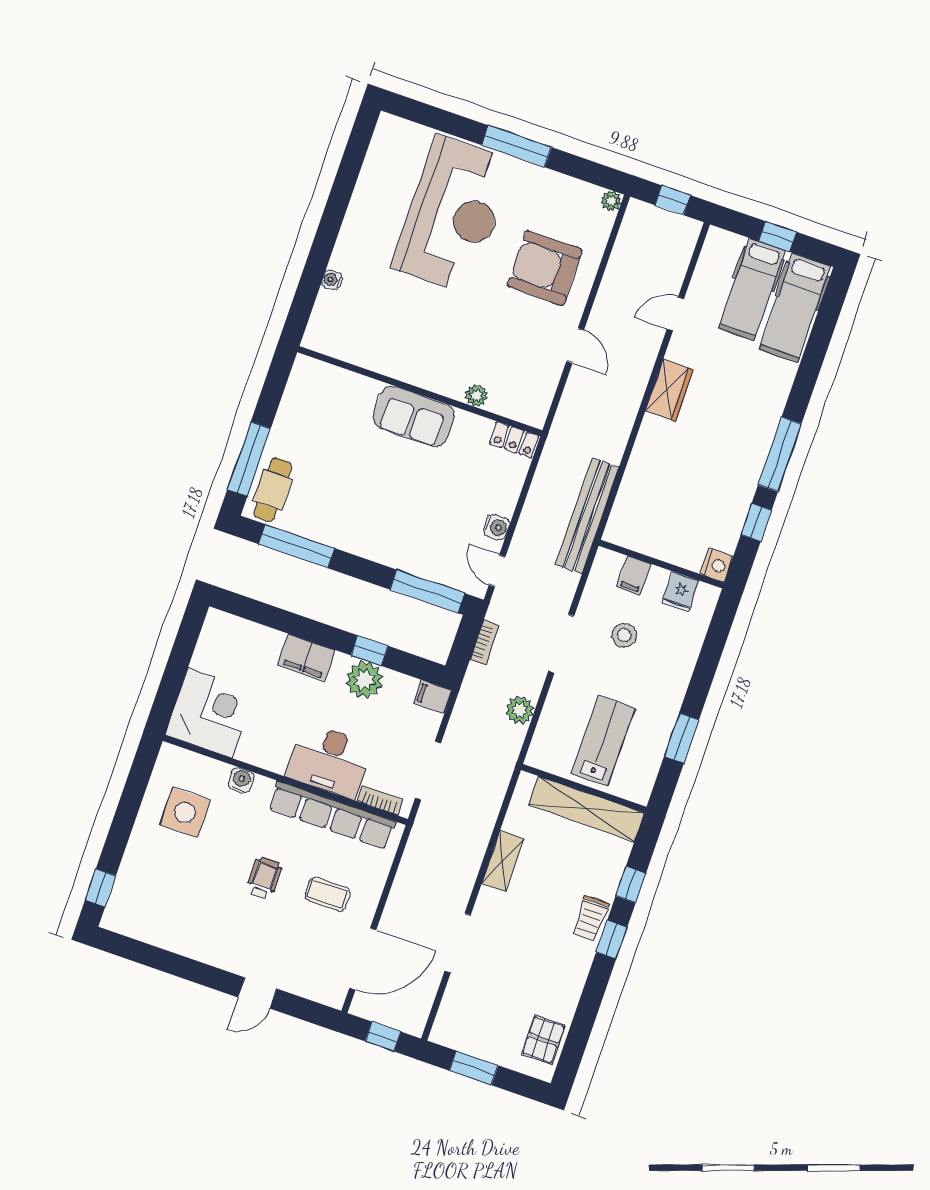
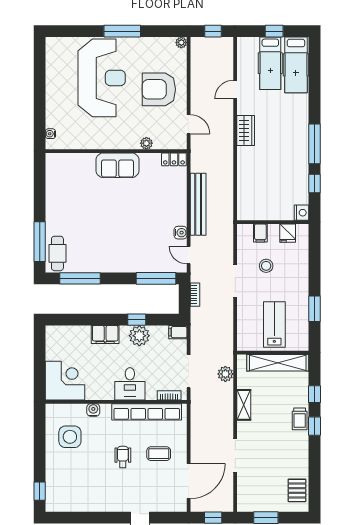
wall: (420, 391) -> (116, 151), moved
plant: (476, 396) -> (146, 143), moved
sofa: (414, 416) -> (117, 165), moved
locker: (514, 440) -> (174, 159), moved
bench: (587, 516) -> (198, 204), moved
plant: (520, 710) -> (225, 374), moved
desk: (329, 761) -> (130, 384), width x0.73

